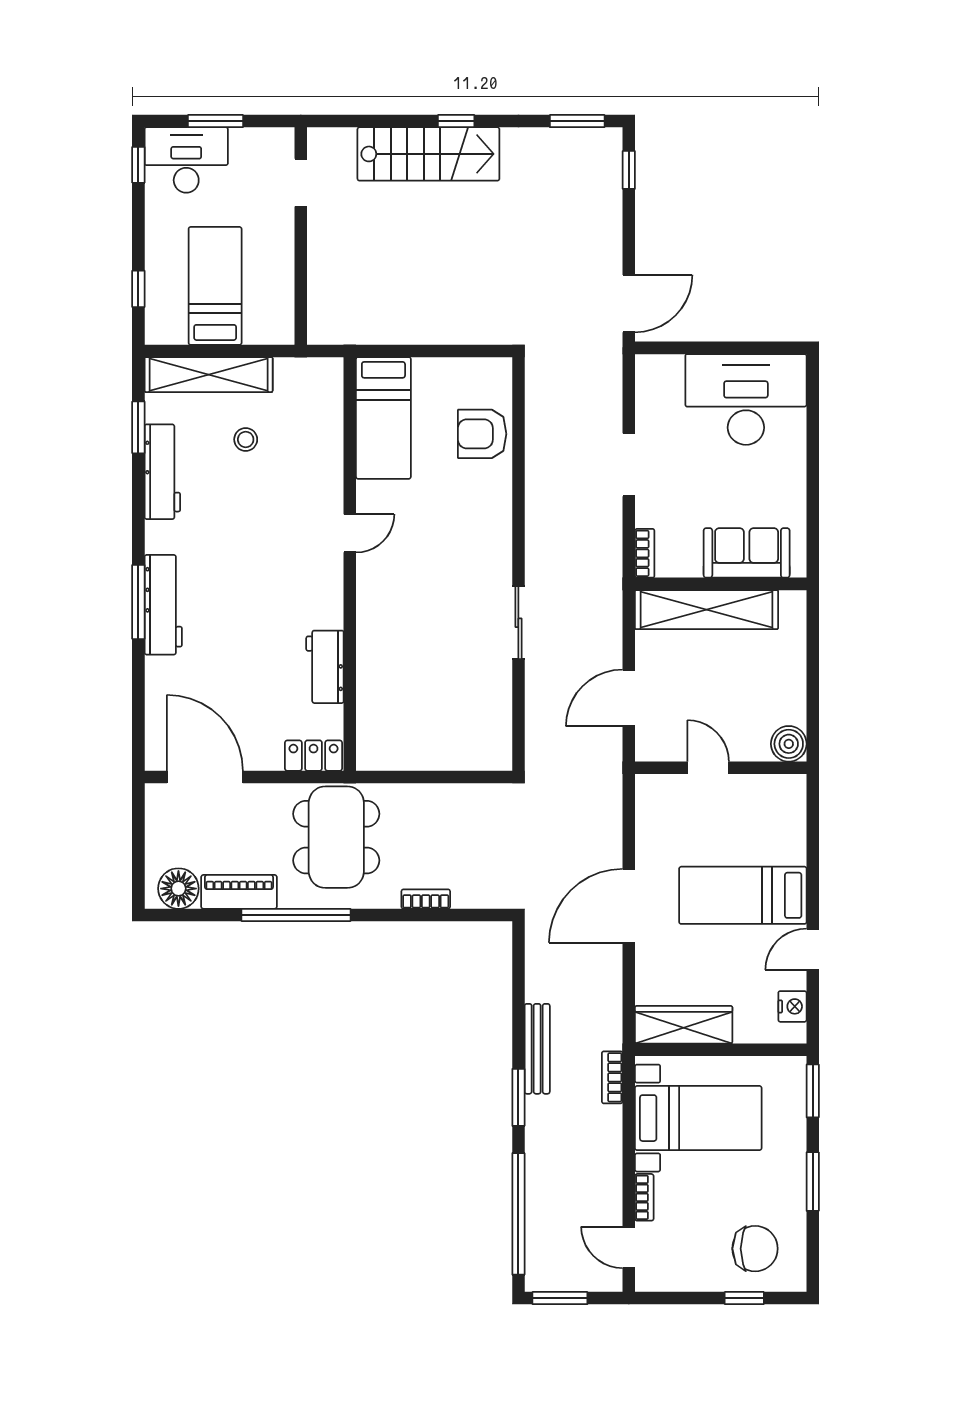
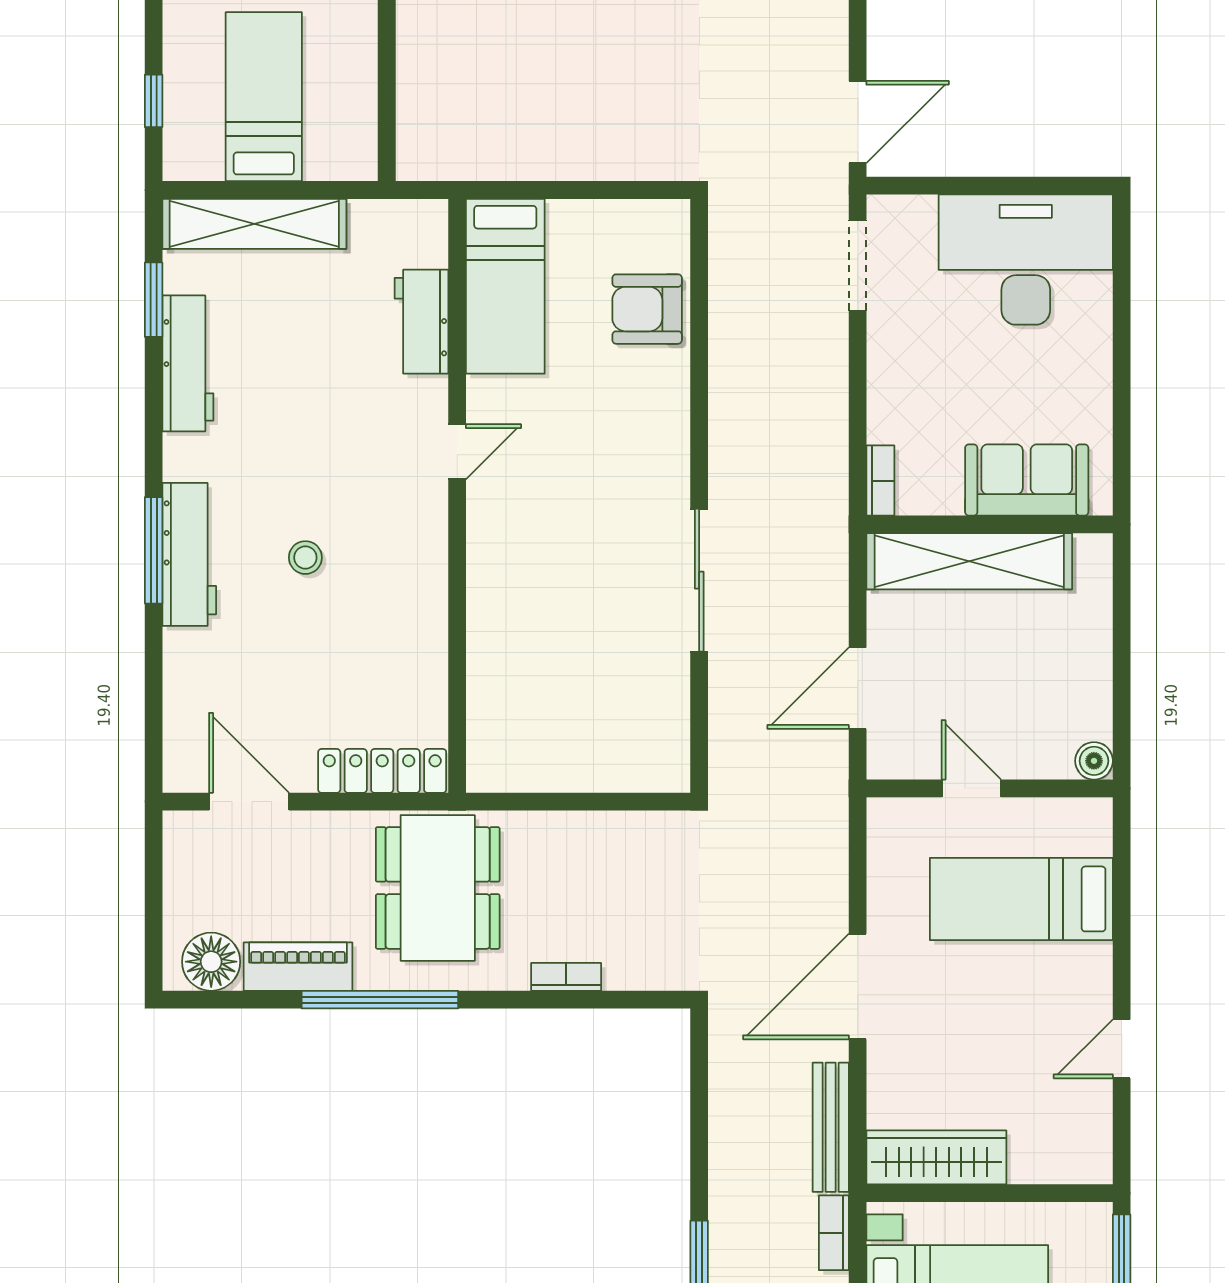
stool: (246, 439) -> (305, 558), moved
doorway: (629, 465) -> (858, 265), moved
sliding door: (518, 623) -> (699, 580), width x1.37
workbench: (325, 667) -> (421, 322), moved
boiler: (789, 744) -> (1094, 761), width x0.73, depth x0.73
locker: (314, 756) -> (382, 771), width x1.53
door: (205, 777) -> (249, 802), width x0.73
bed: (743, 895) -> (1021, 899), moved
nightstand: (792, 1006) -> (1092, 1131), removed
bench: (537, 1049) -> (831, 1127), moved

